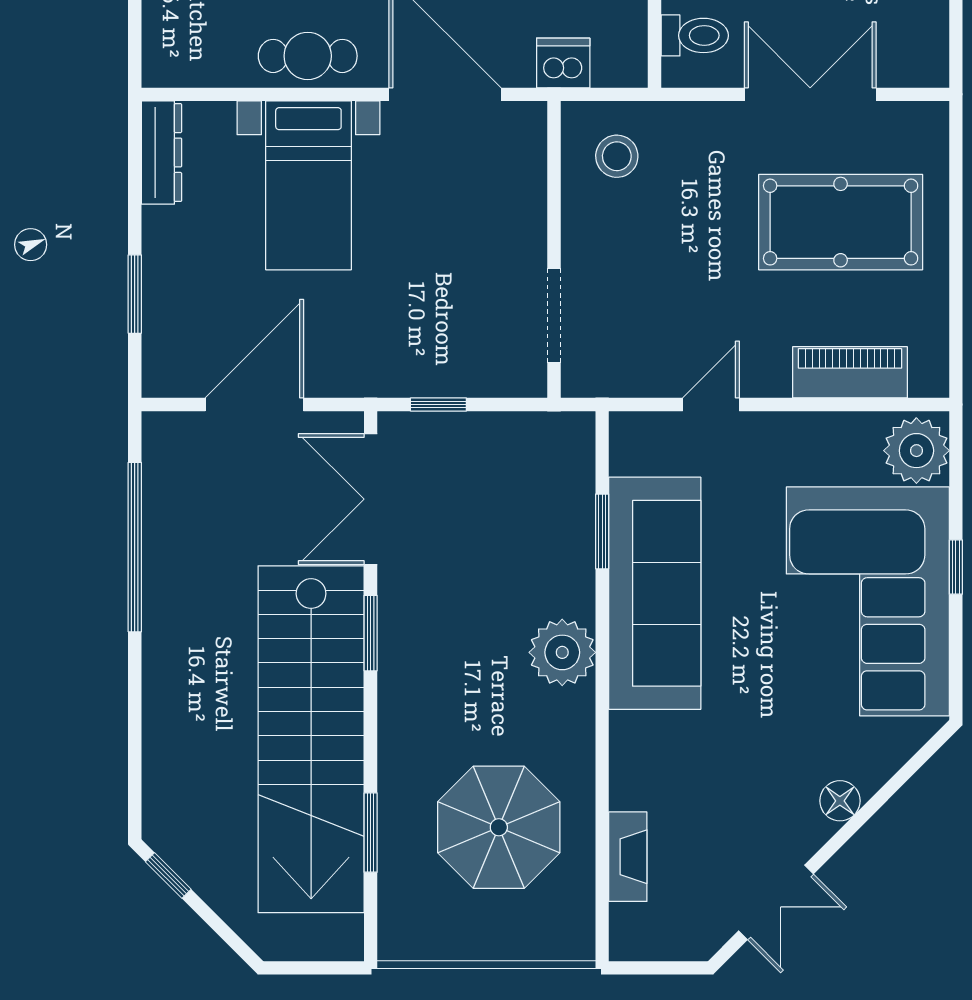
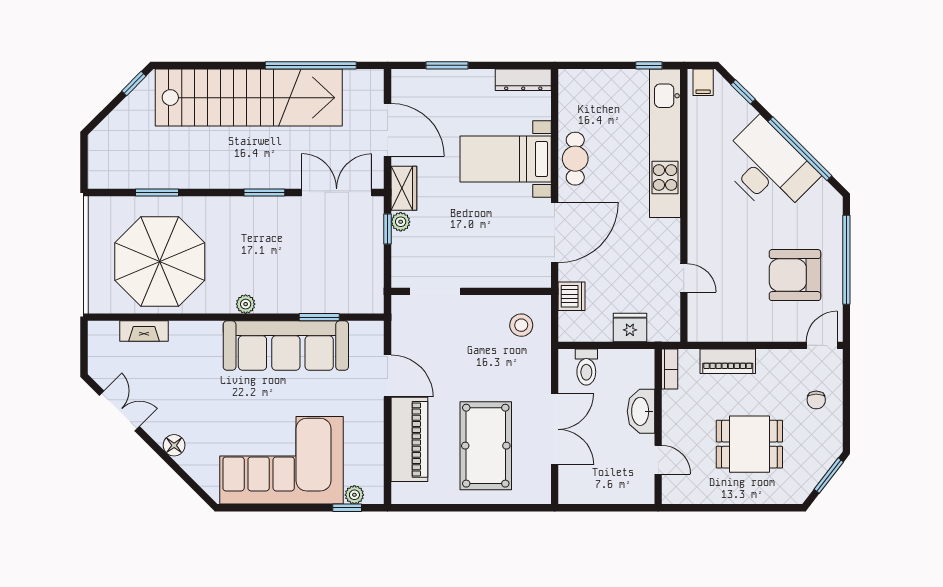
piano: (850, 372) -> (409, 439), width x1.37, depth x1.33
wardrobe: (363, 374) -> (404, 188), added
plant: (425, 380) -> (401, 222), added
door: (711, 404) -> (388, 376), width x1.38
plant: (916, 451) -> (354, 495), width x0.53, depth x0.53
window: (956, 567) -> (347, 508), moved
plant: (562, 652) -> (246, 304), width x0.53, depth x0.53
stairs: (311, 739) -> (249, 98), moved, turned 180
parasol: (499, 827) -> (160, 262), width x1.36, depth x1.36
double door: (776, 902) -> (119, 411), swing flipped

